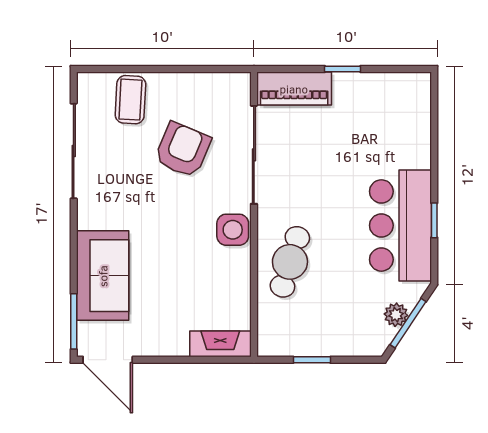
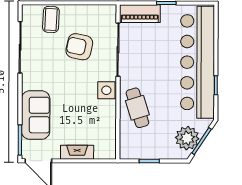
armchair: (183, 150) -> (79, 47), turned -101
bar counter: (400, 225) -> (198, 62), width x1.86
cafe table: (290, 262) -> (137, 108), turned -34
plant: (396, 315) -> (187, 138), width x1.88, depth x1.88
fireplace: (220, 344) -> (77, 152), moved

